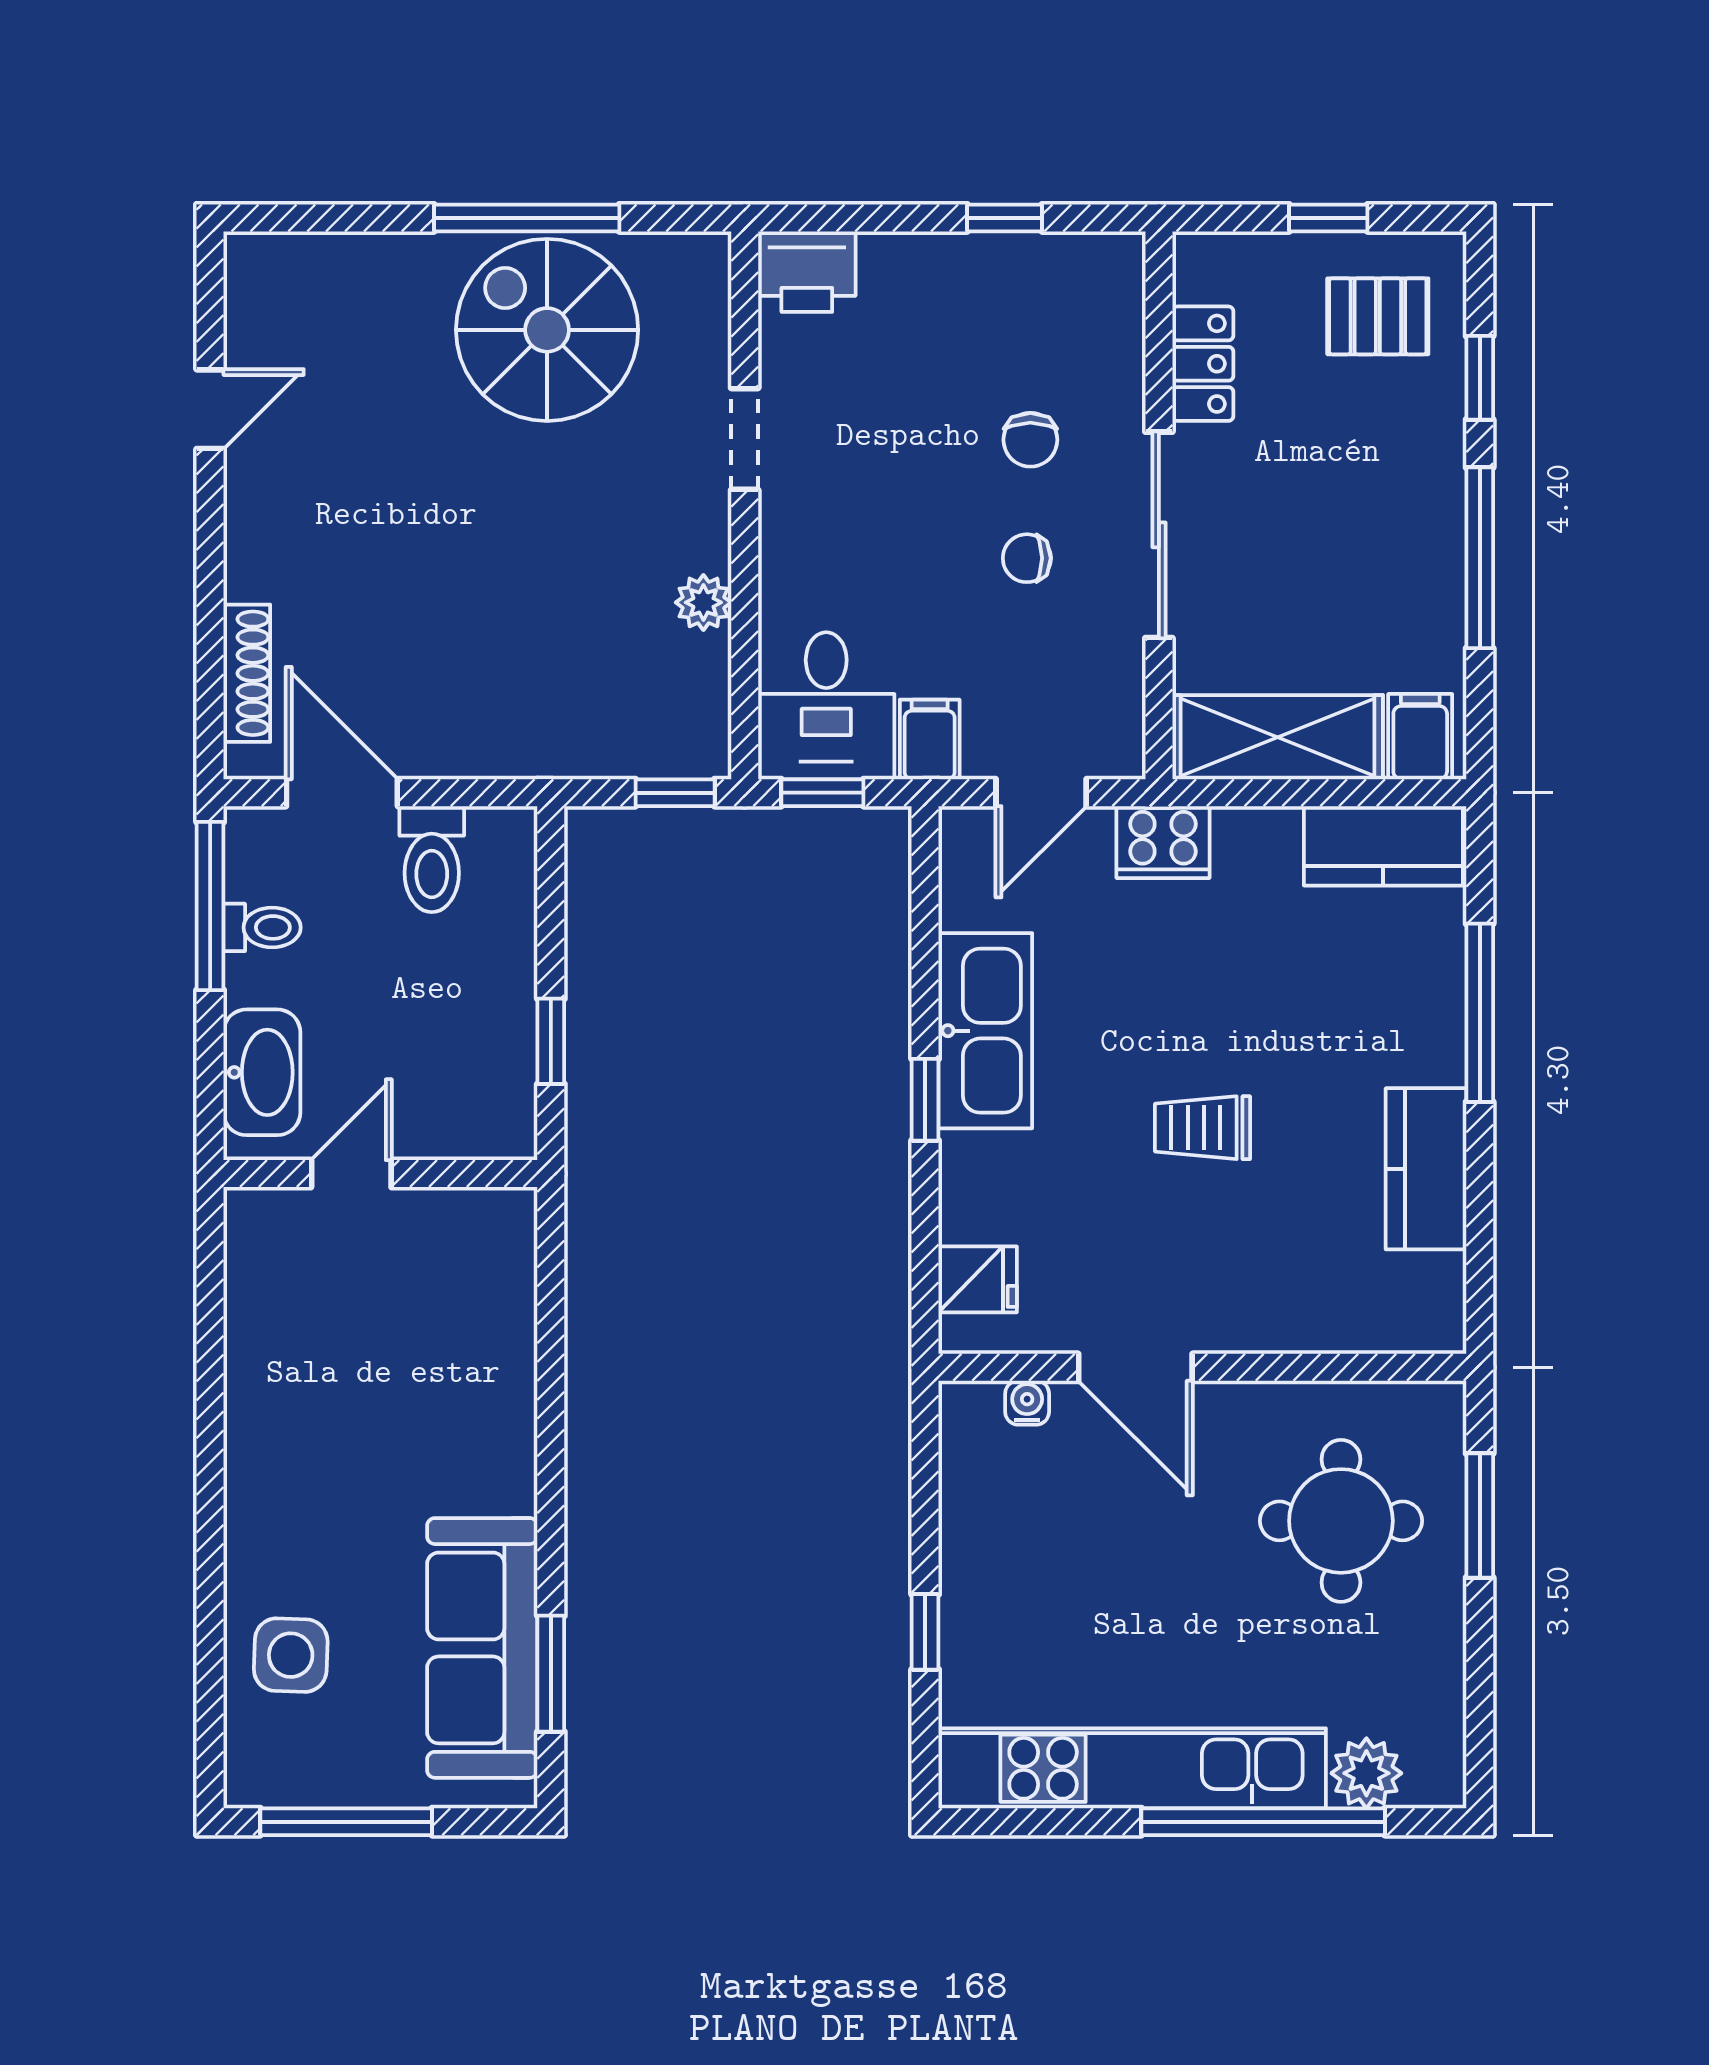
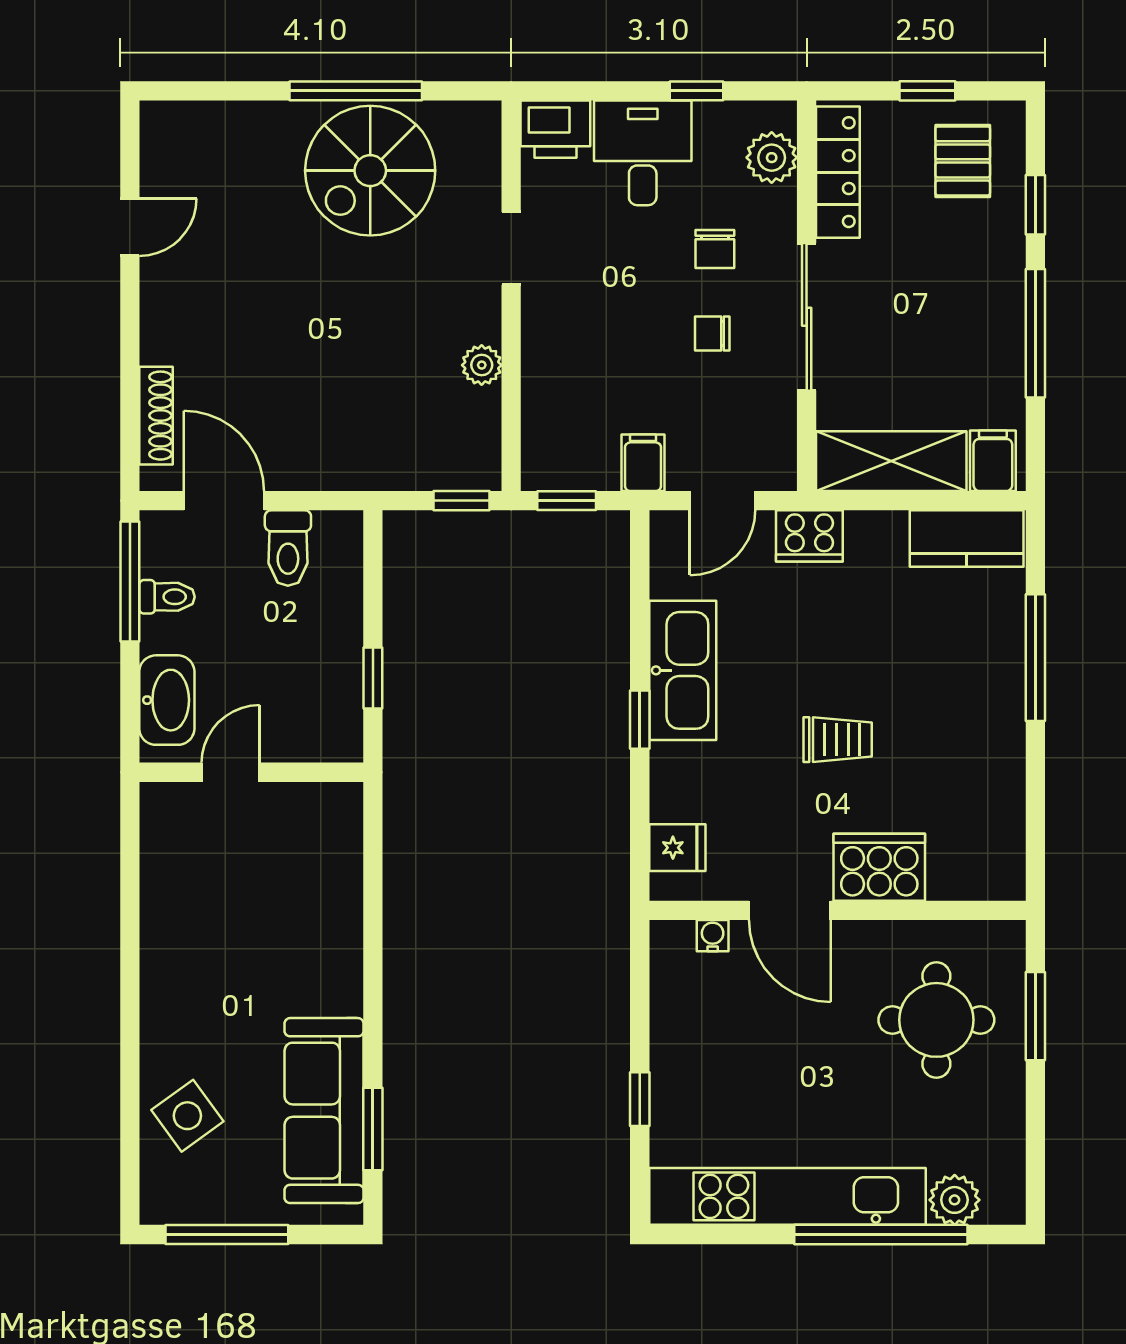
plant: (1110, 312) -> (772, 158), added
pallet: (1378, 316) -> (963, 161), turned 90
spiral stairs: (547, 330) -> (370, 171), turned -90
locker: (1203, 364) -> (838, 172), width x1.53
desk: (826, 706) -> (643, 153), moved, turned 180
trolley: (1203, 1128) -> (838, 740), turned 180
kitchen counter: (1426, 1169) -> (997, 769), removed
cooker: (1261, 1307) -> (879, 867), added
side table: (291, 1655) -> (187, 1116), turned -38

